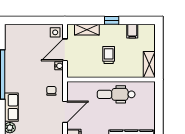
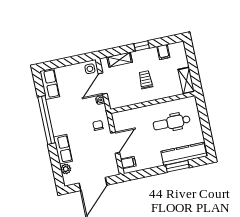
row of seats: (12, 39) -> (50, 84), added
dental chair: (116, 94) -> (172, 123), moved

